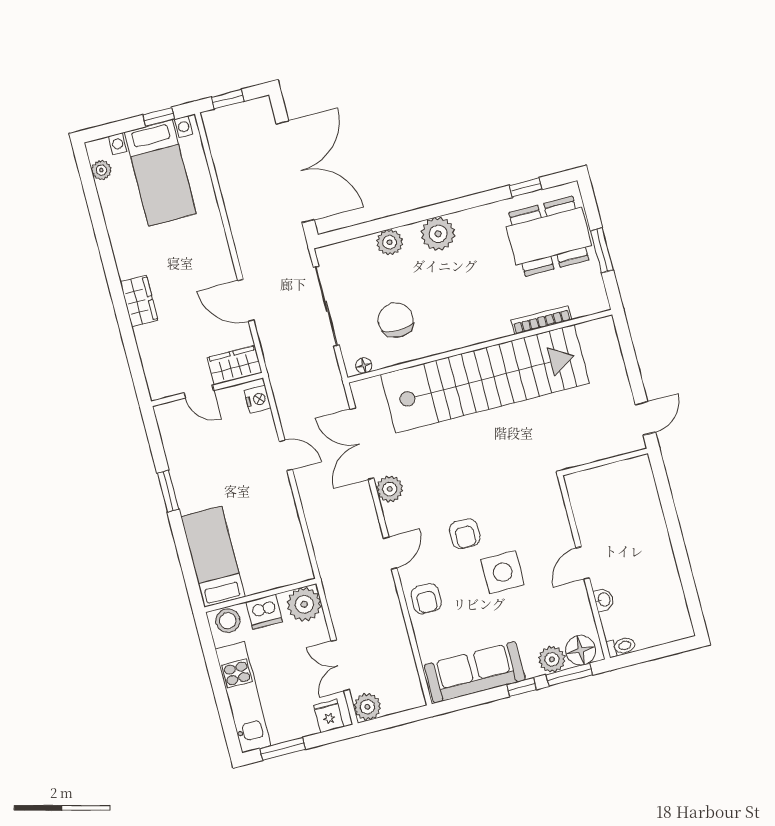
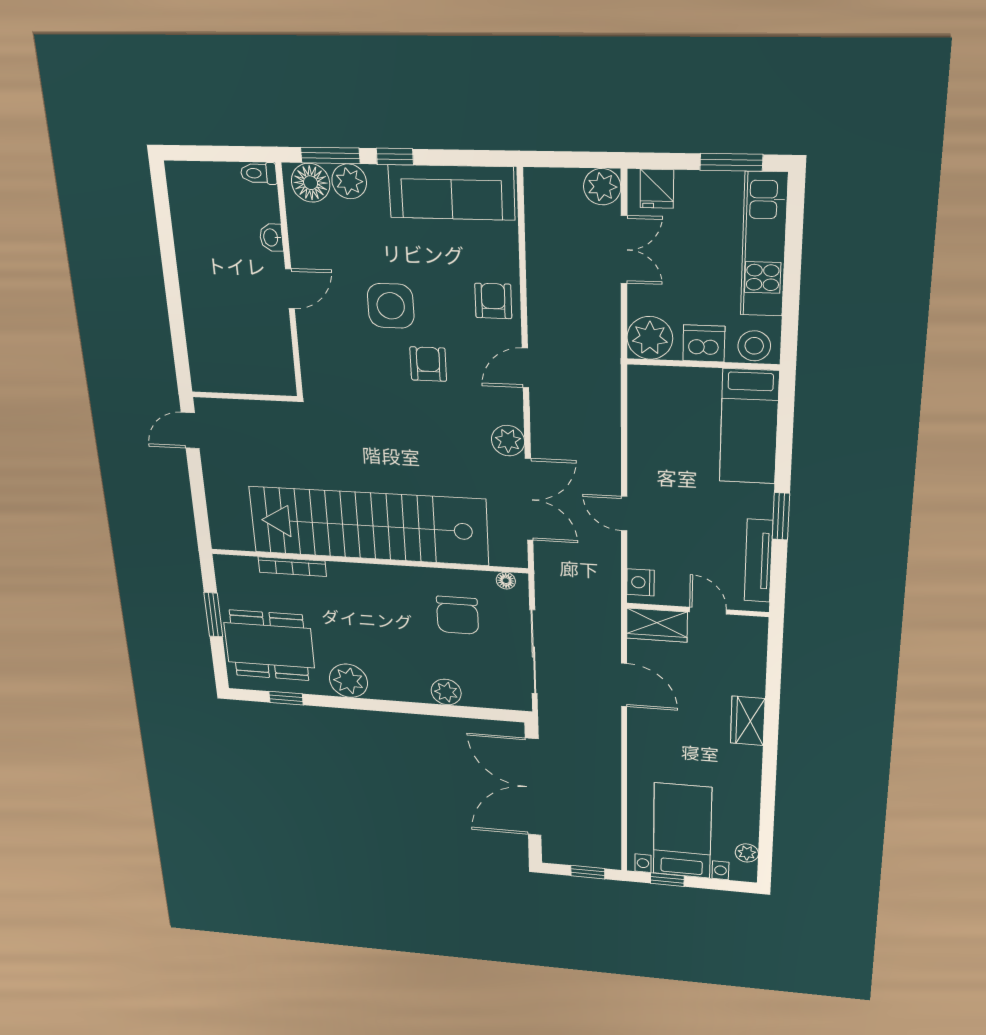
plant: (438, 234) -> (348, 681), moved
tv unit: (173, 448) -> (758, 561), added

